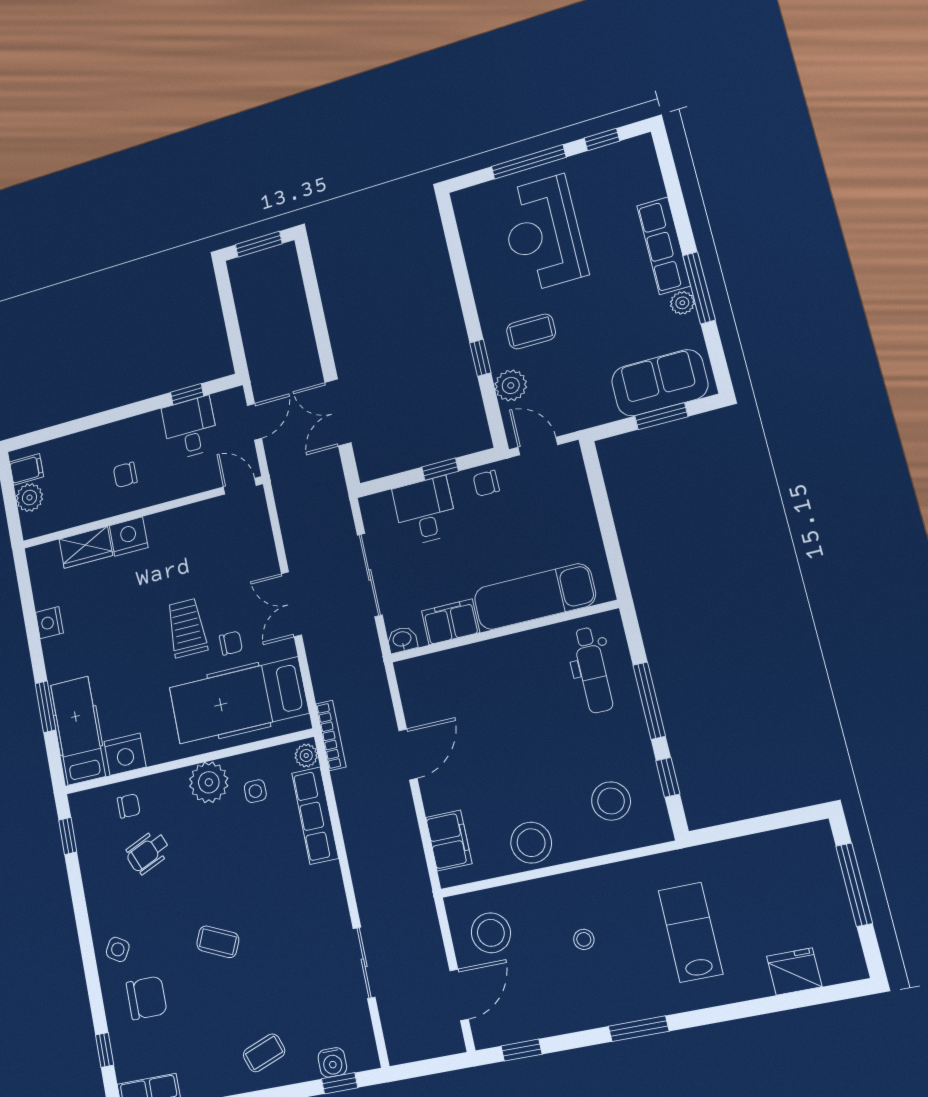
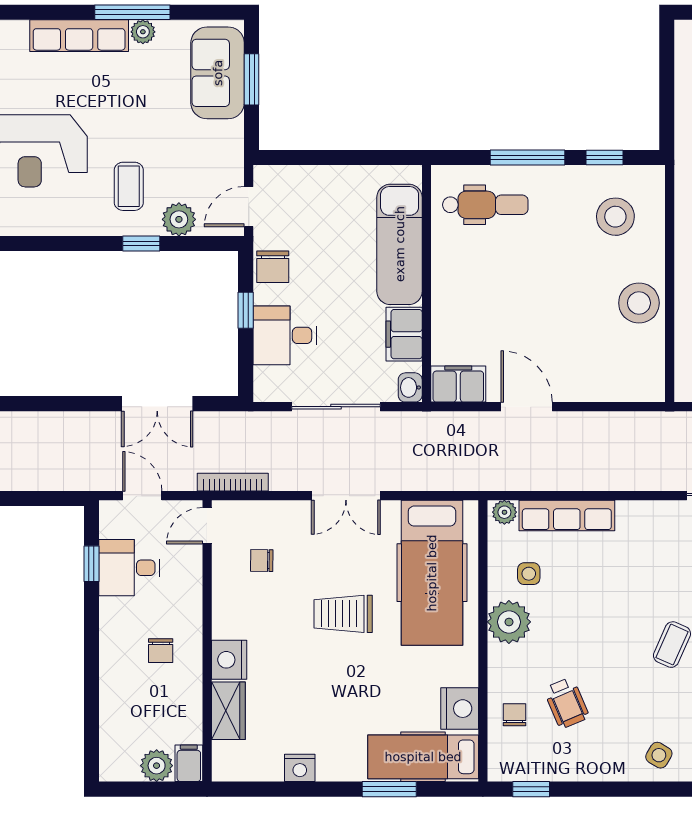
filing cabinet: (27, 469) -> (189, 763), moved
chair: (486, 483) -> (273, 267), width x1.37, depth x1.37
chair: (231, 643) -> (262, 561), moved, turned -89
bookcase: (331, 735) -> (233, 482), moved
filing cabinet: (449, 841) -> (458, 384), moved

